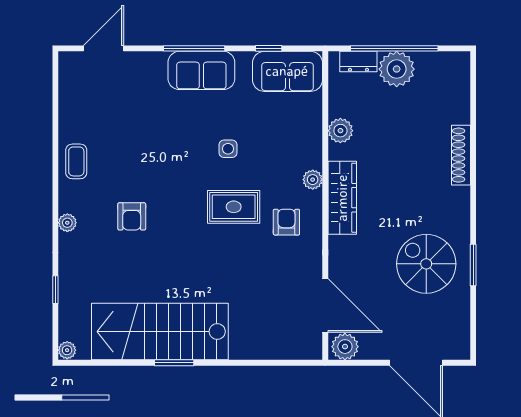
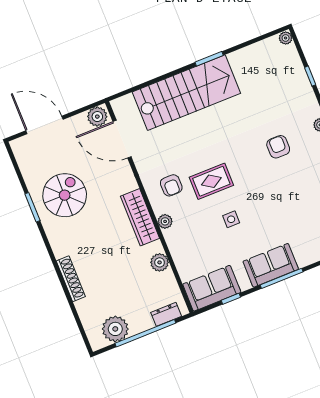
plant: (397, 69) -> (115, 329), moved
spiral stairs: (426, 264) -> (65, 195), turned -90
stairs: (160, 332) -> (186, 93), moved

